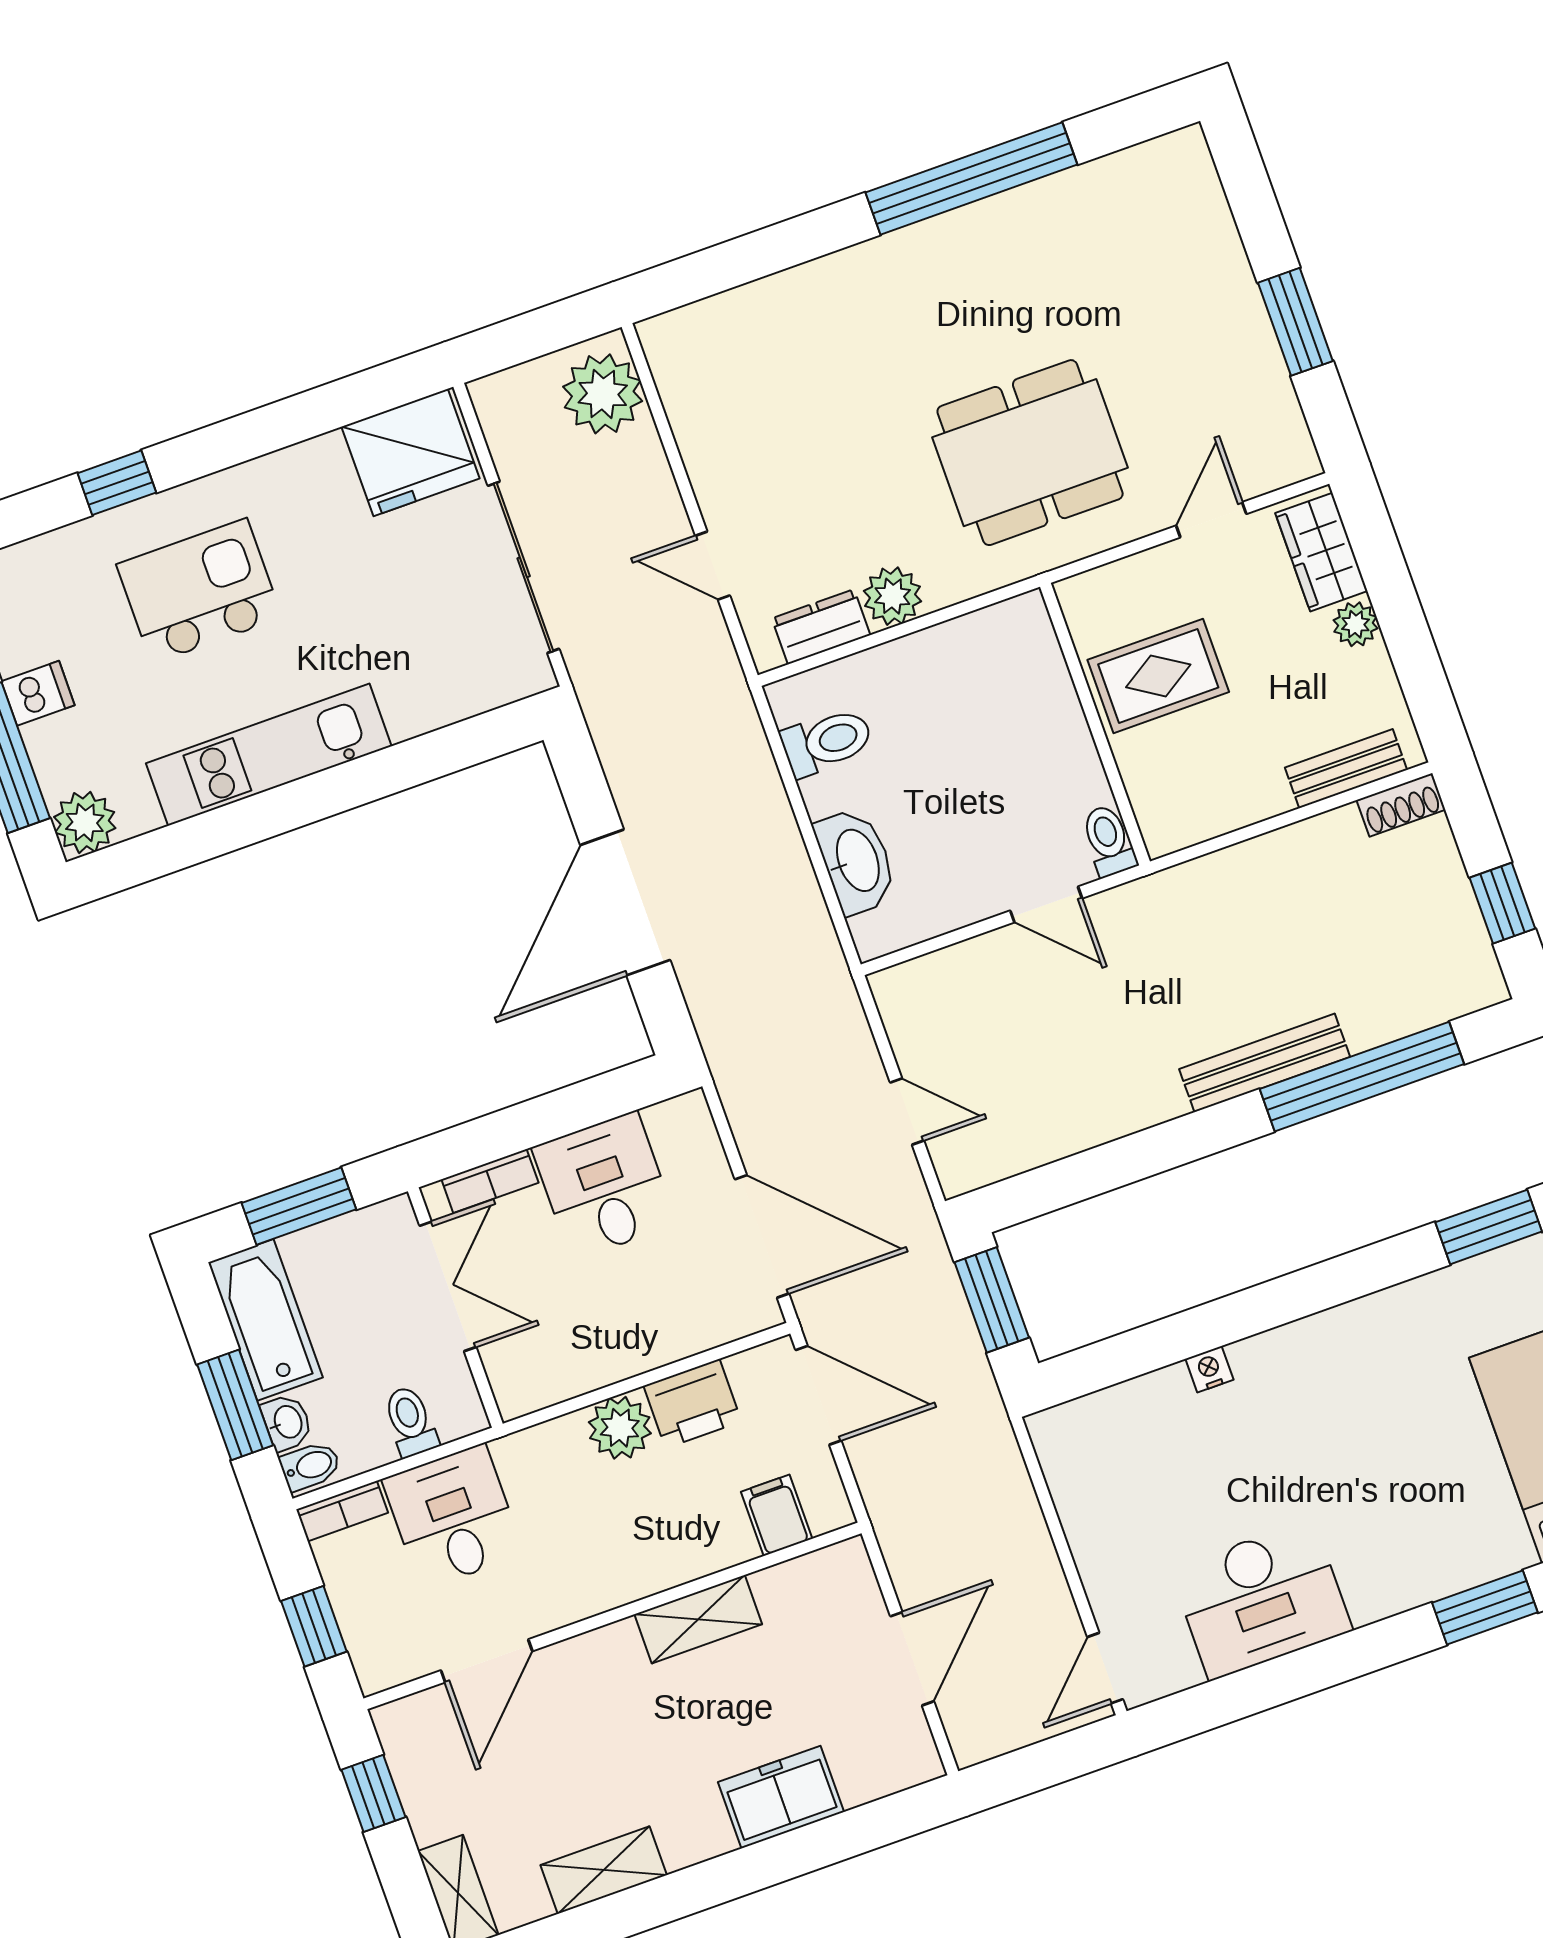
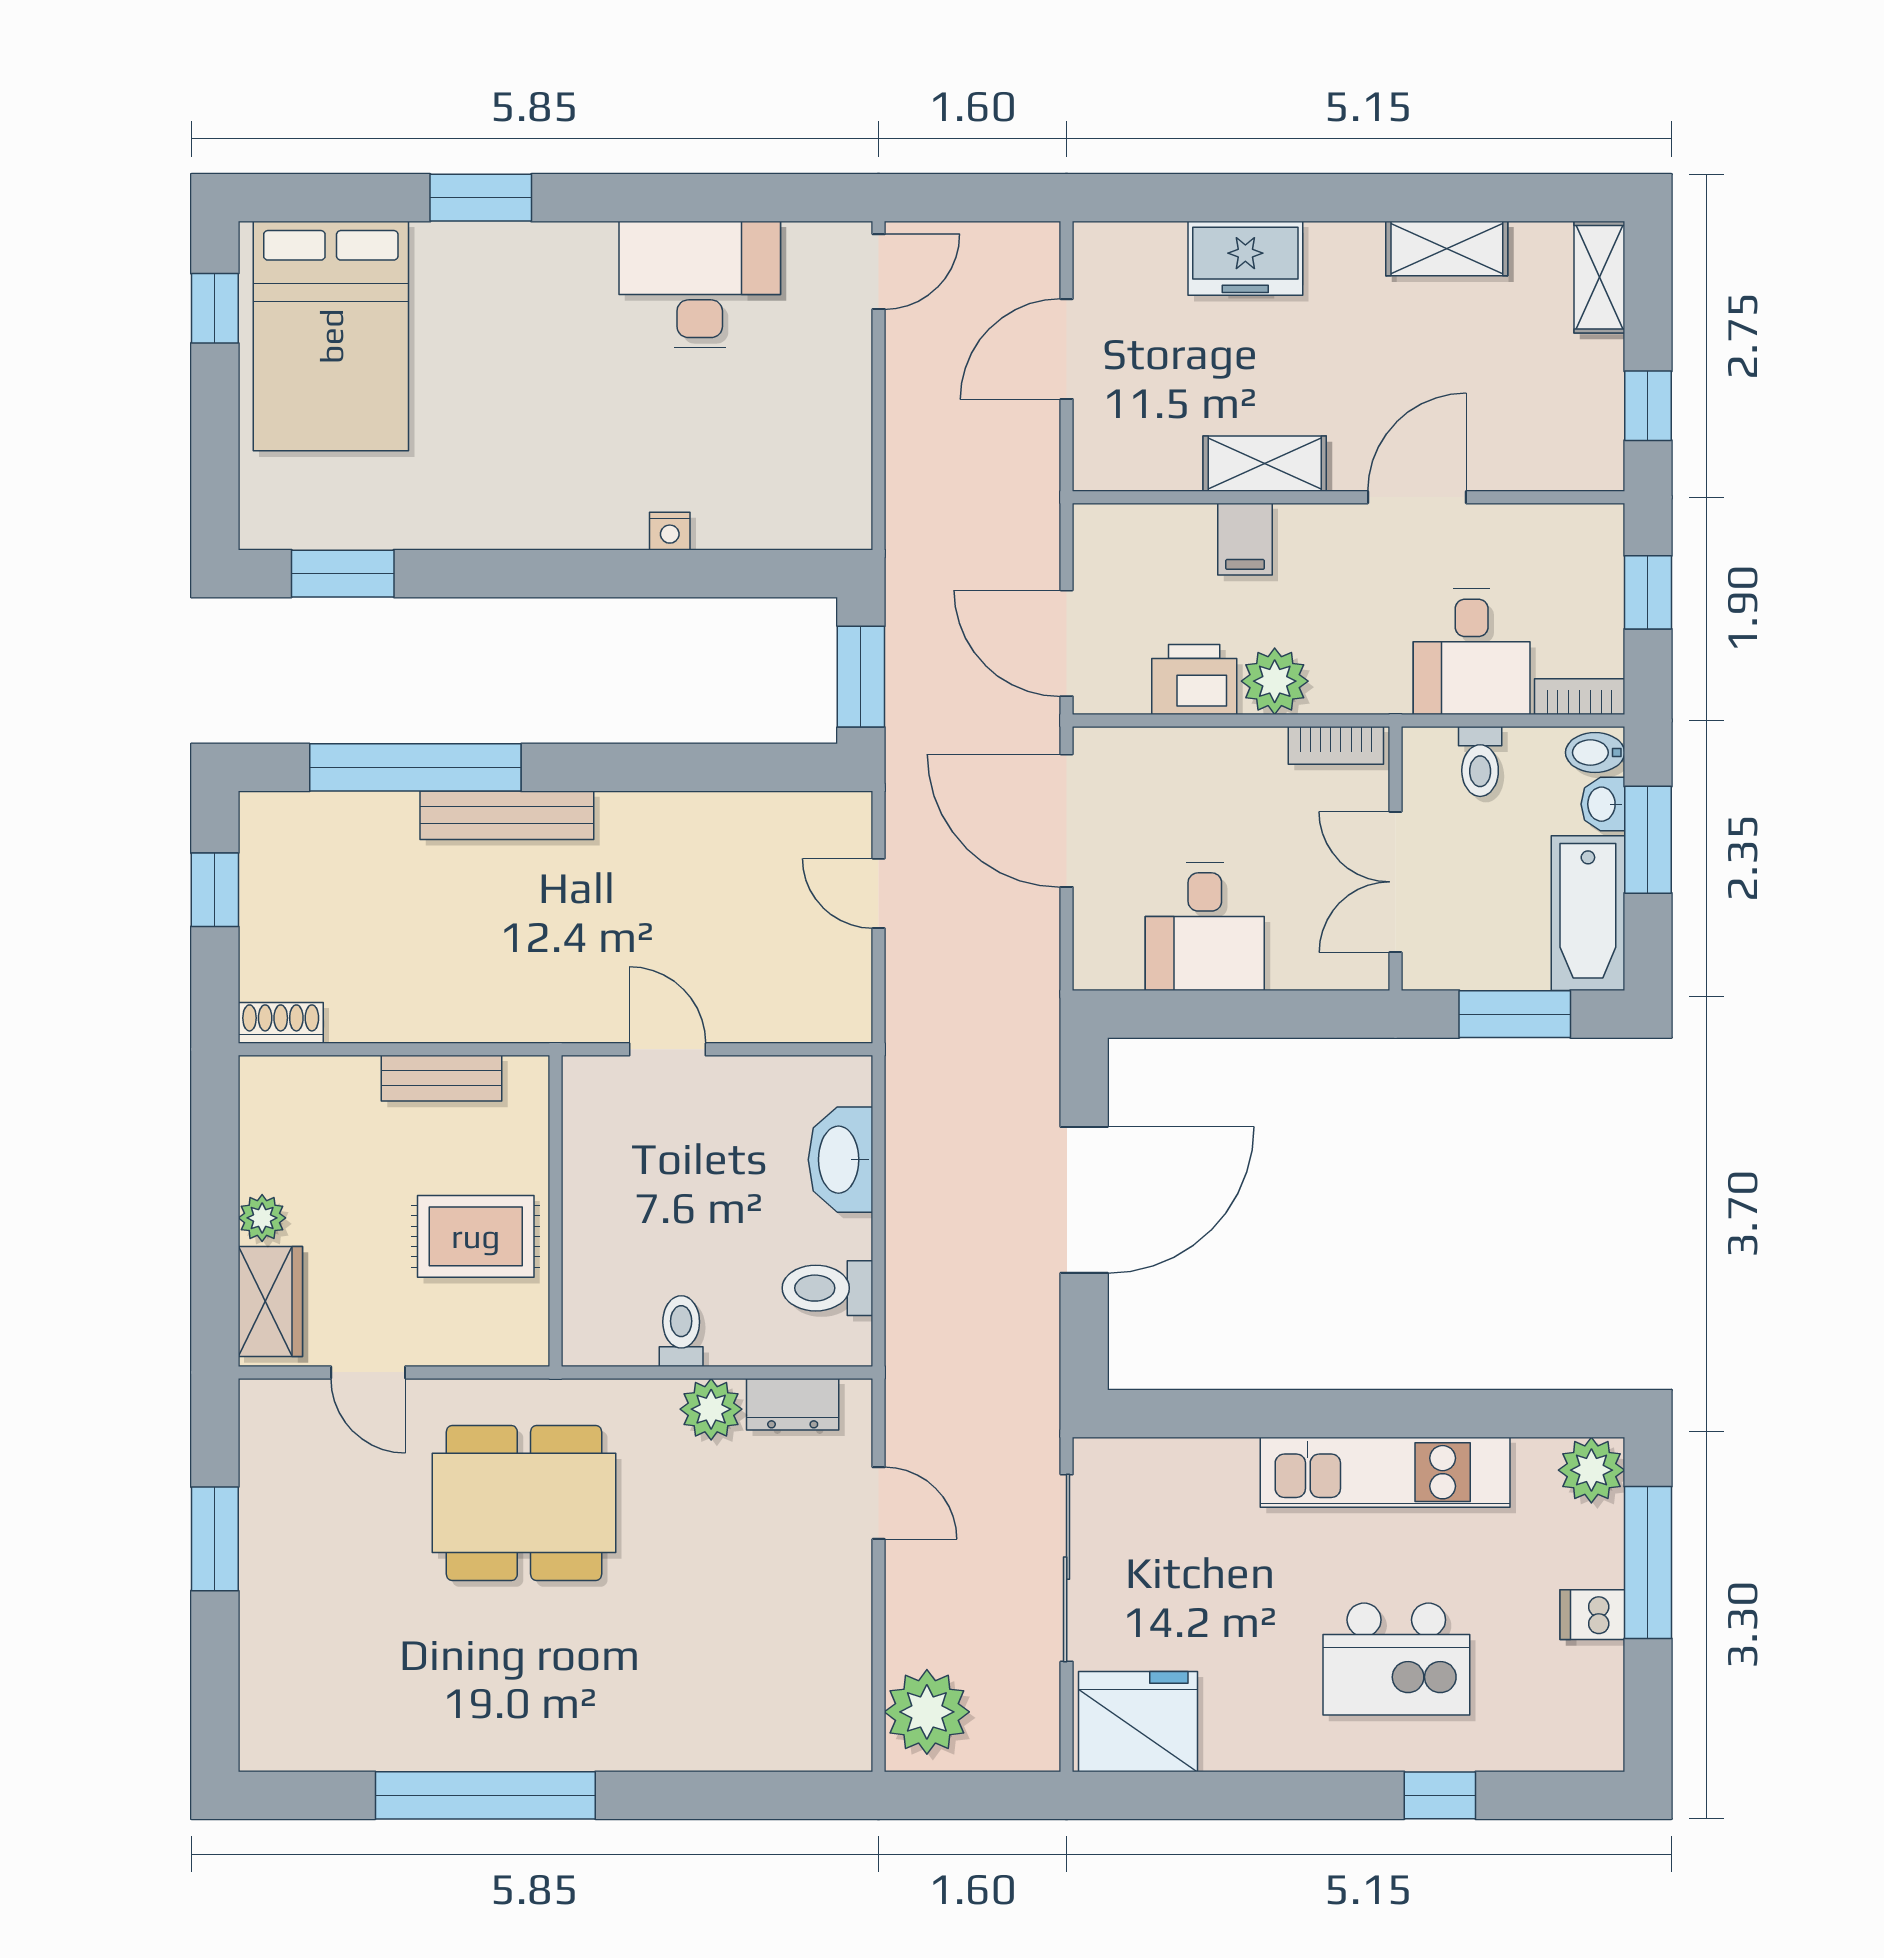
door: (1211, 520) -> (368, 1372), hinge flipped
bench: (1346, 769) -> (442, 1078), moved
toilet: (1109, 841) -> (681, 1331), moved, turned 180
bookcase: (490, 1181) -> (1336, 745), moved, turned 180
filing cabinet: (777, 1515) -> (1245, 539), moved
door: (487, 1661) -> (1417, 497), moved

